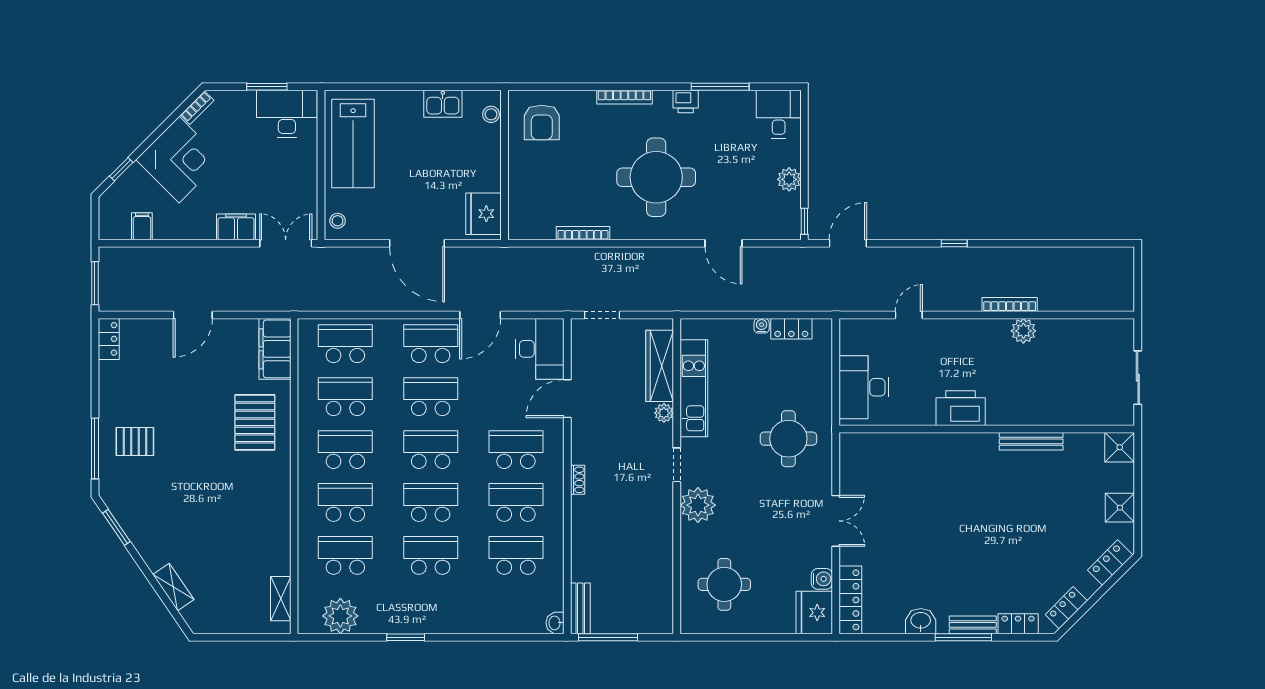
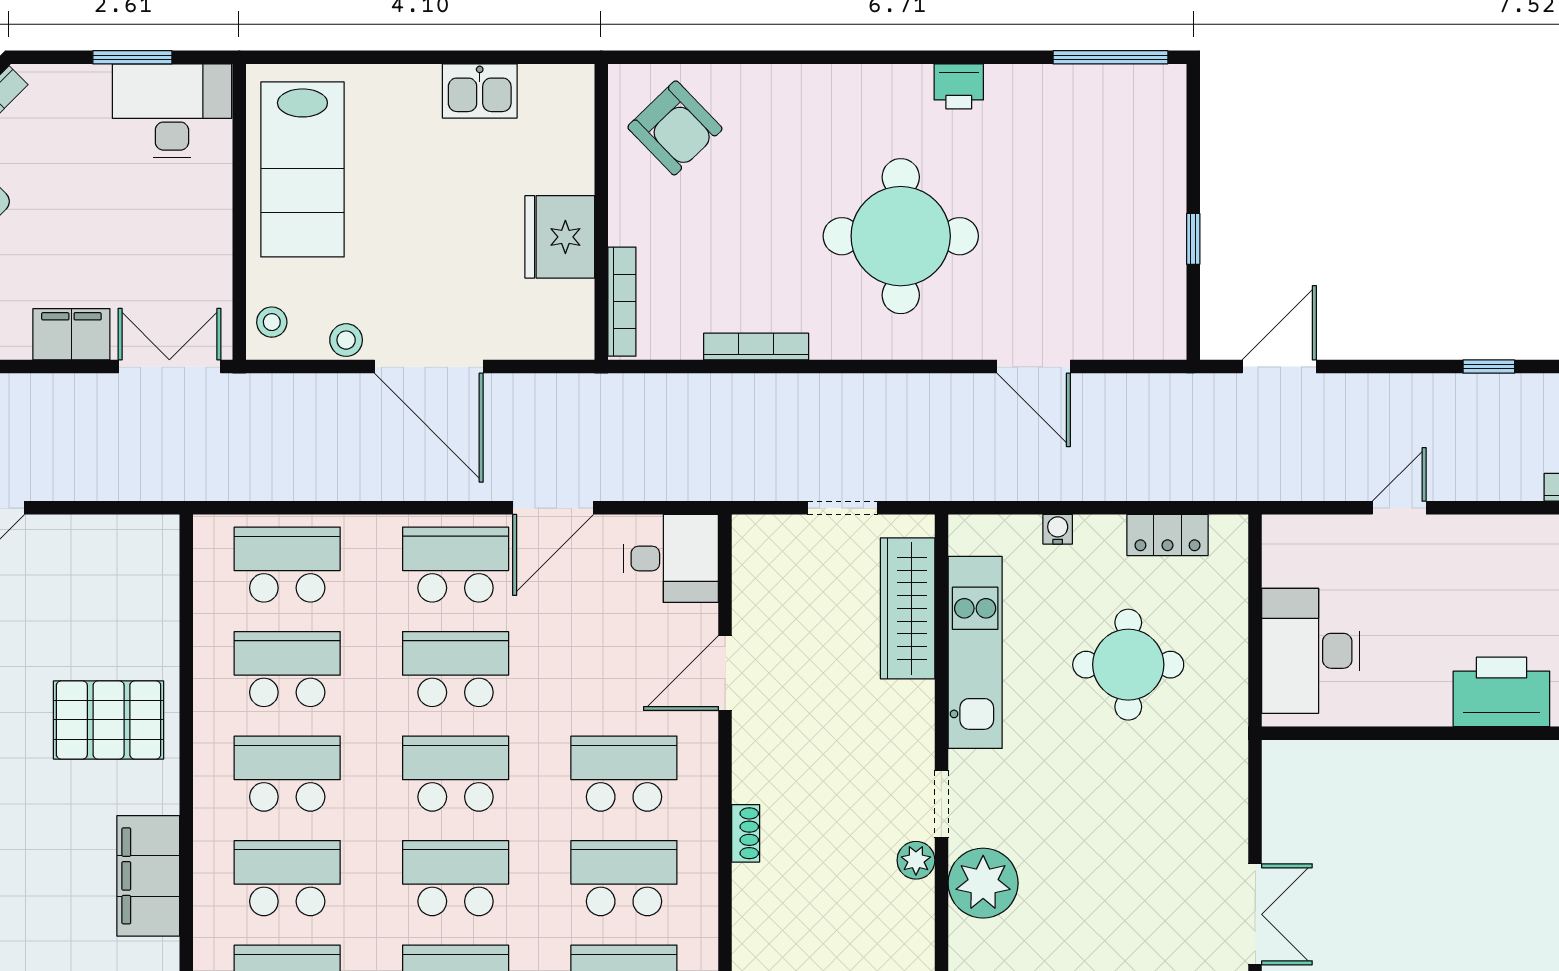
window: (720, 87) -> (1110, 57), moved
bookcase: (624, 97) -> (622, 302), moved, turned -90
stool: (491, 114) -> (346, 340), moved
desk: (779, 114) -> (1142, 112), removed
armchair: (542, 122) -> (675, 128), turned -44
plant: (789, 179) -> (1163, 240), removed
fridge: (483, 214) -> (560, 237), moved
window: (804, 221) -> (1193, 239), moved
doorway: (602, 315) -> (842, 508), moved
water cooler: (762, 326) -> (1058, 529), moved
filing cabinet: (275, 349) -> (148, 876), moved
desk: (540, 349) -> (671, 558), width x0.73
plant: (664, 413) -> (916, 860), moved
pallet: (255, 422) -> (109, 720), turned 90
round table: (788, 439) -> (1128, 665), moved

